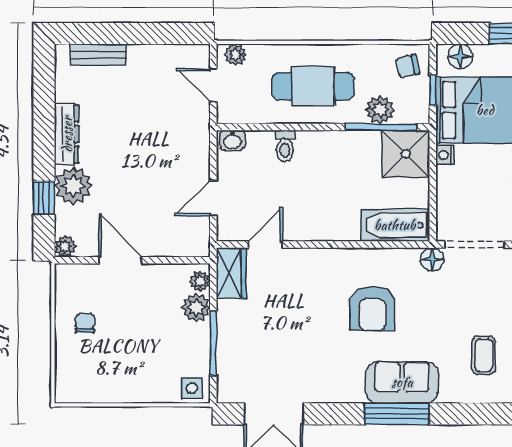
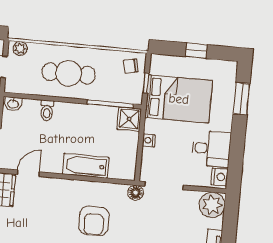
floor lamp: (460, 56) -> (166, 63), removed
plant: (380, 110) -> (111, 93), removed
shower: (406, 154) -> (129, 119), width x0.73, depth x0.73
nightstand: (445, 155) -> (149, 140), moved
bathtub: (395, 225) -> (86, 166), moved

